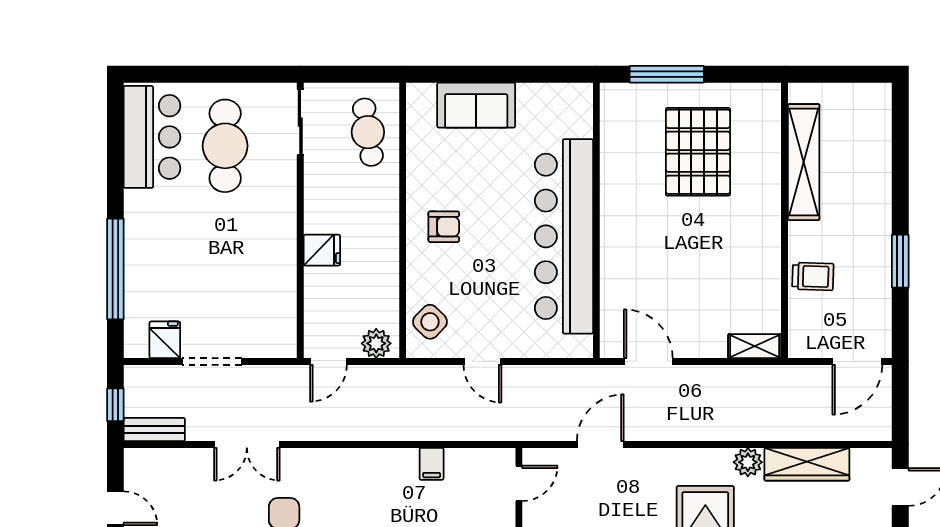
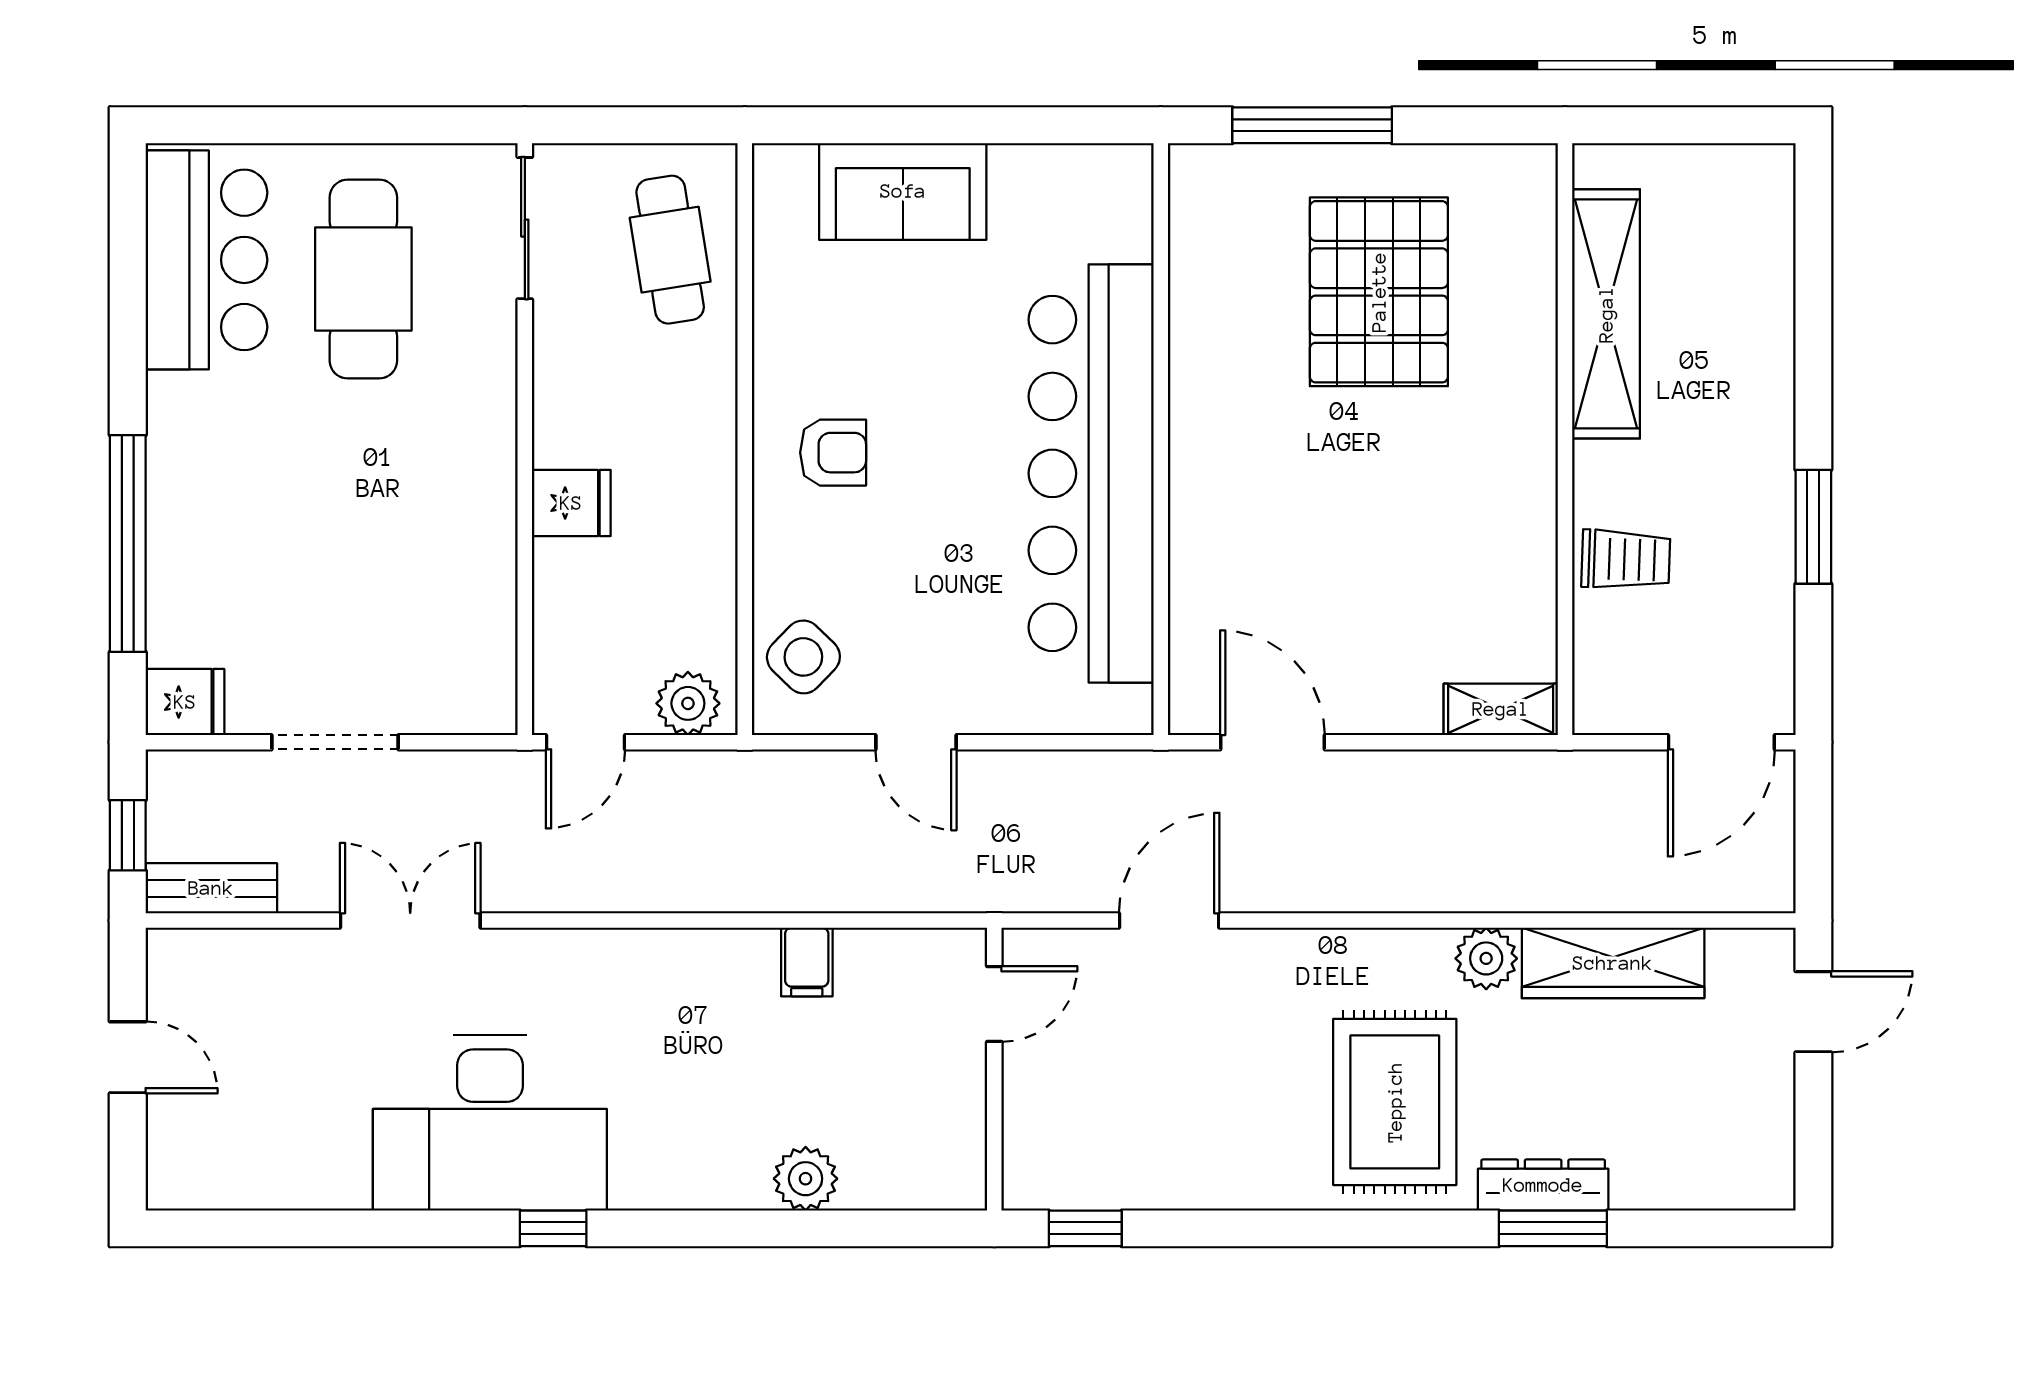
fridge: (165, 340) -> (185, 702), moved, turned 90
double door: (247, 444) -> (410, 920), swing flipped

